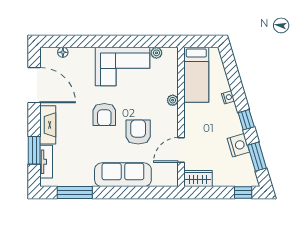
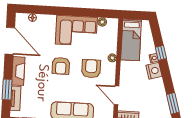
window: (246, 120) -> (161, 53), moved
armchair: (138, 132) -> (91, 69), moved
nightstand: (238, 145) -> (154, 71), moved
door: (181, 150) -> (116, 95), hinge flipped

